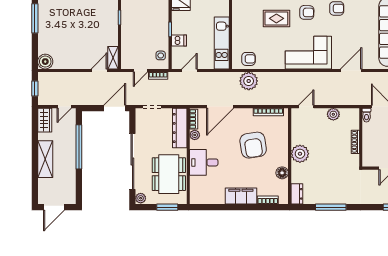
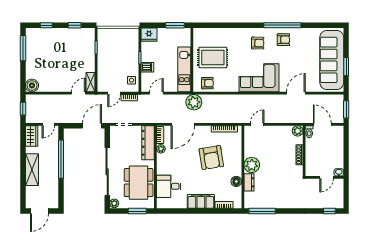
rug: (276, 18) -> (213, 58), moved, width x1.36, depth x1.43
plant: (249, 81) -> (194, 102), moved
plant: (333, 114) -> (298, 131), moved
desk: (204, 162) -> (169, 186), moved
dresser: (297, 194) -> (249, 182), moved
window: (331, 207) -> (262, 211), moved

